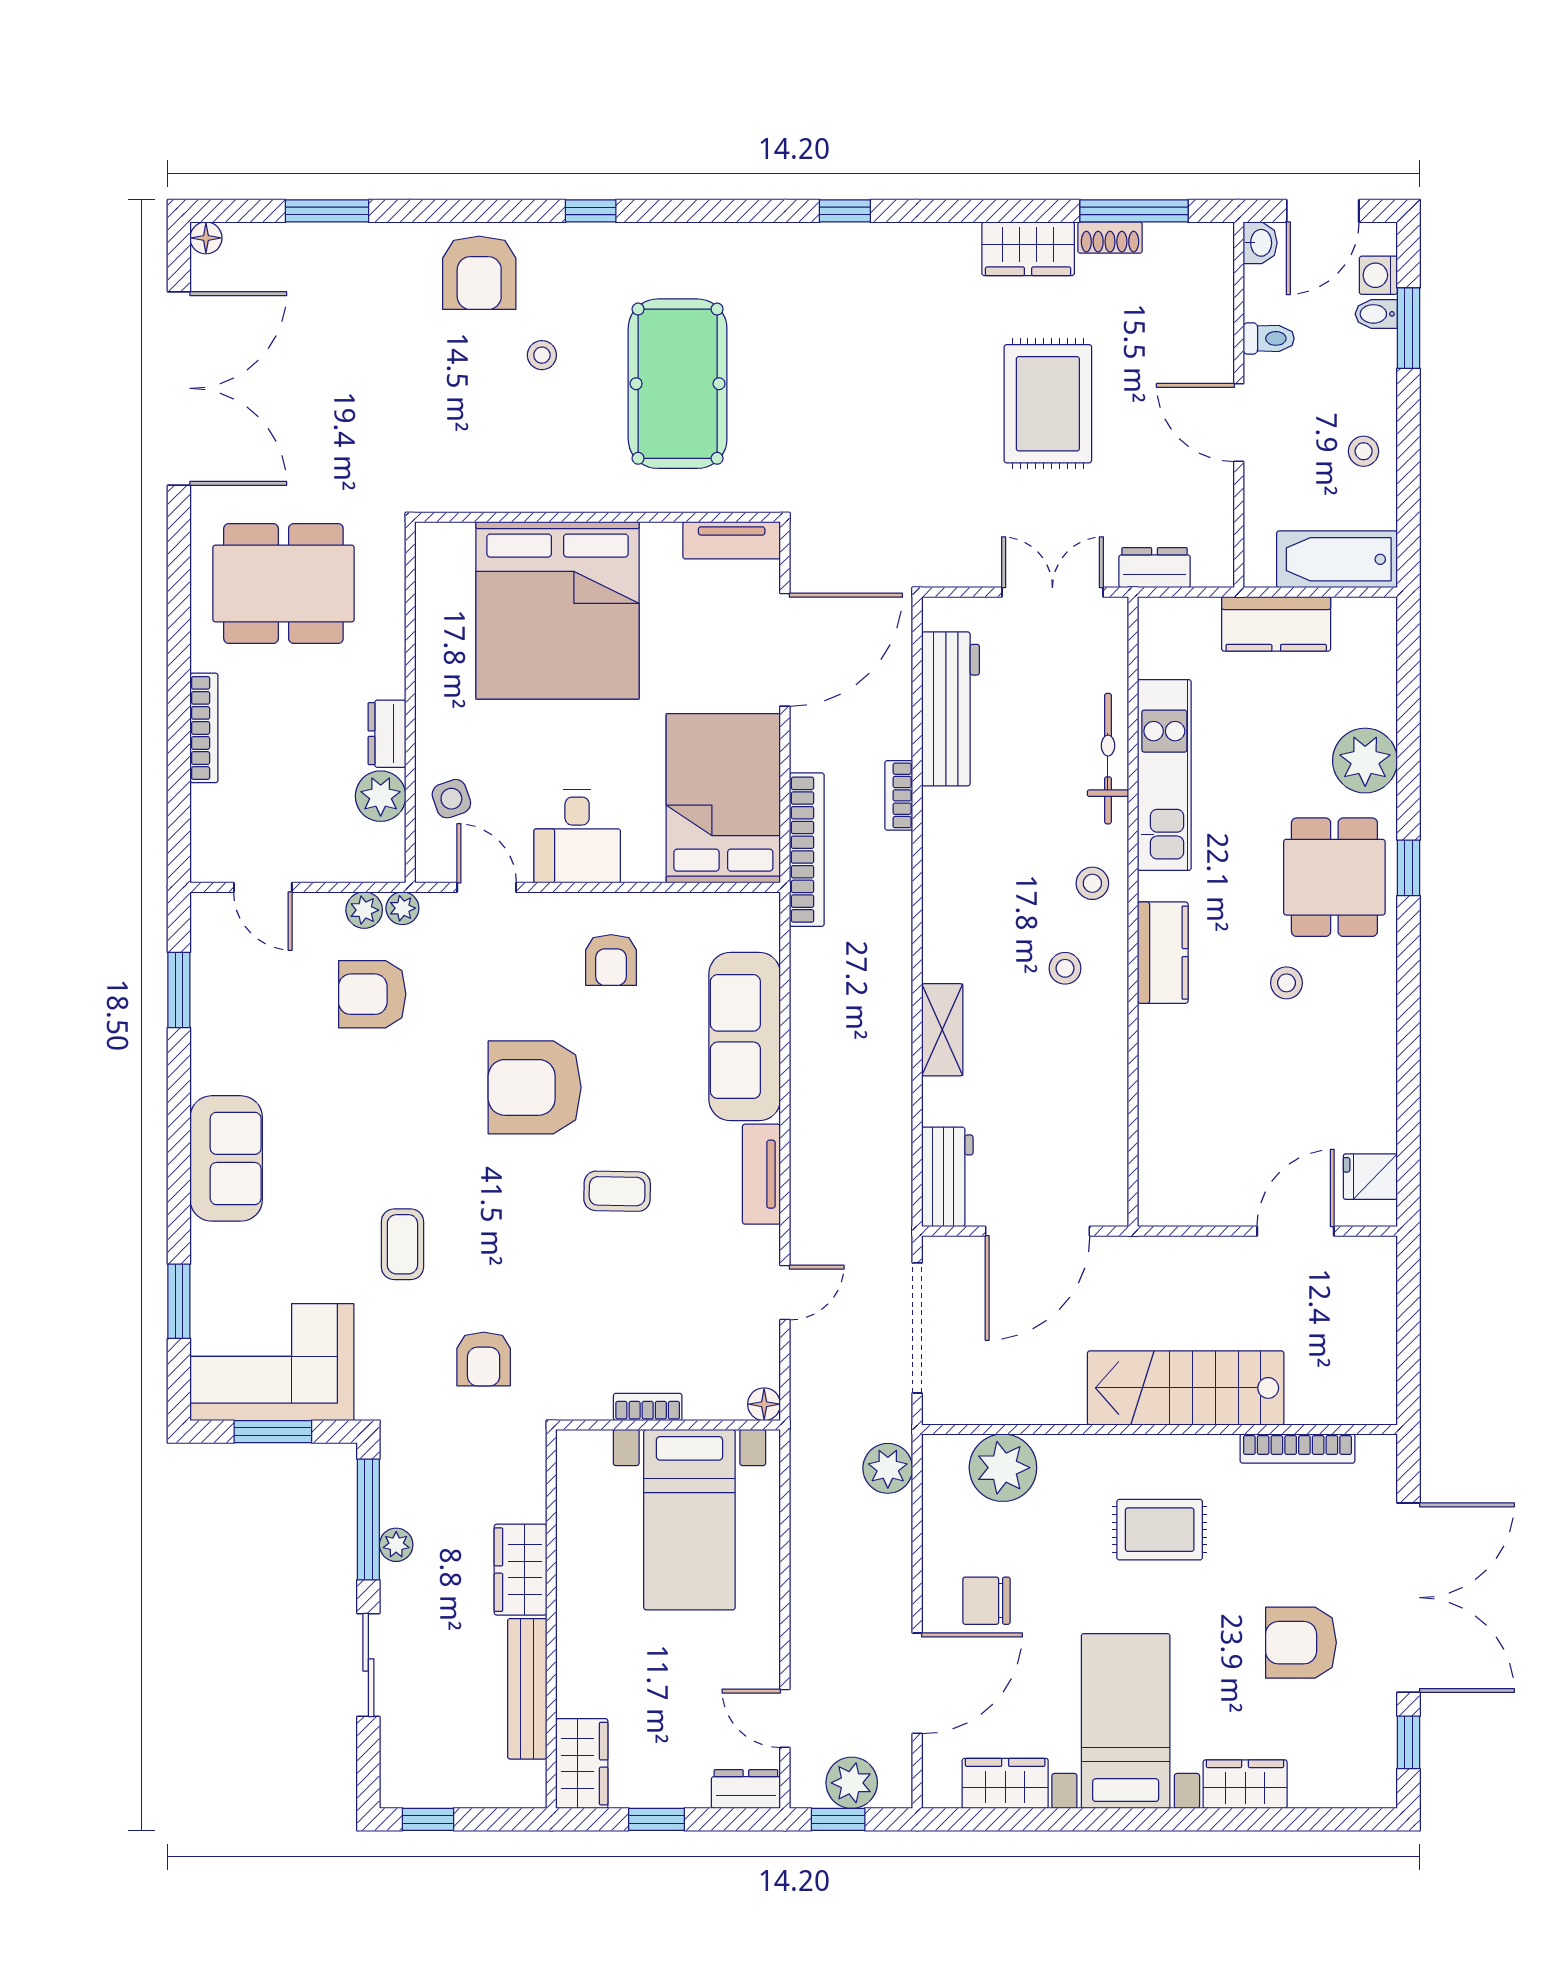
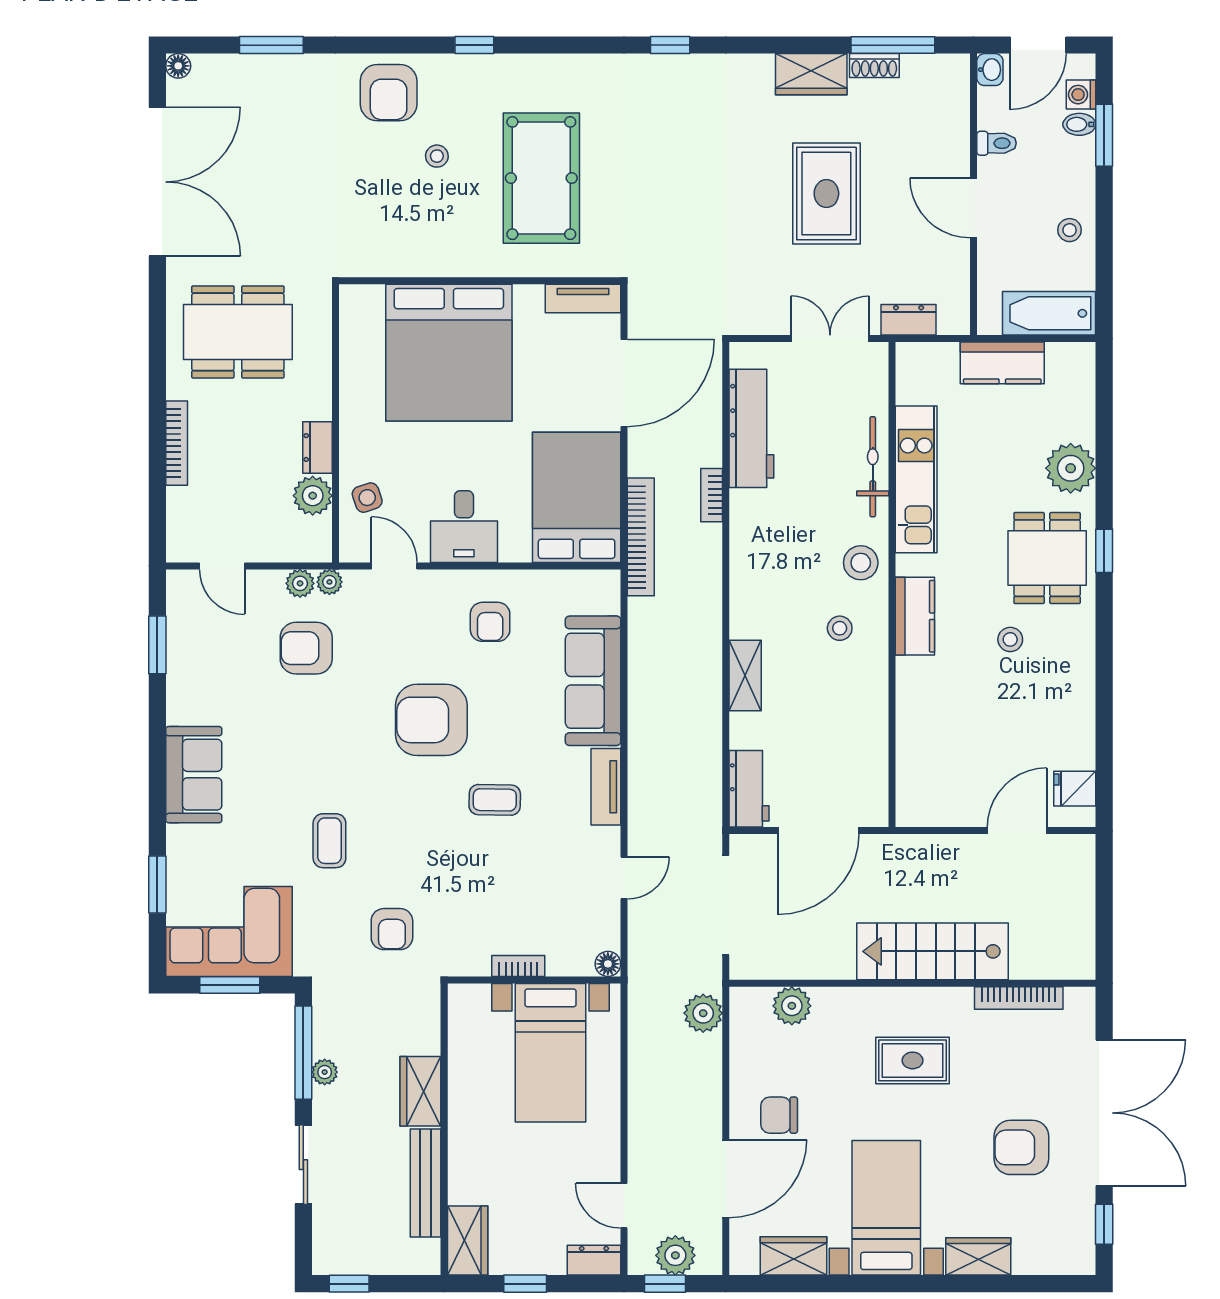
stool: (1092, 883) -> (861, 563), width x1.37, depth x1.37
plant: (1003, 1468) -> (792, 1006), width x0.73, depth x0.73

